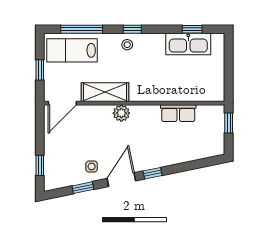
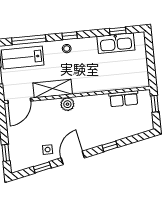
row of seats: (178, 113) -> (124, 99), moved
window: (153, 173) -> (110, 146), moved

